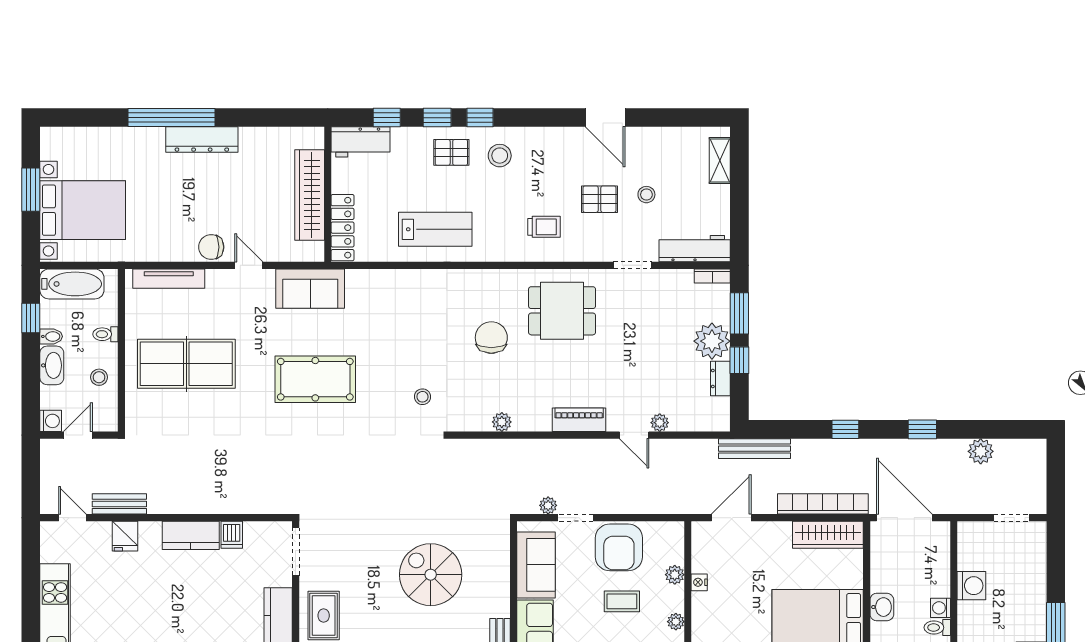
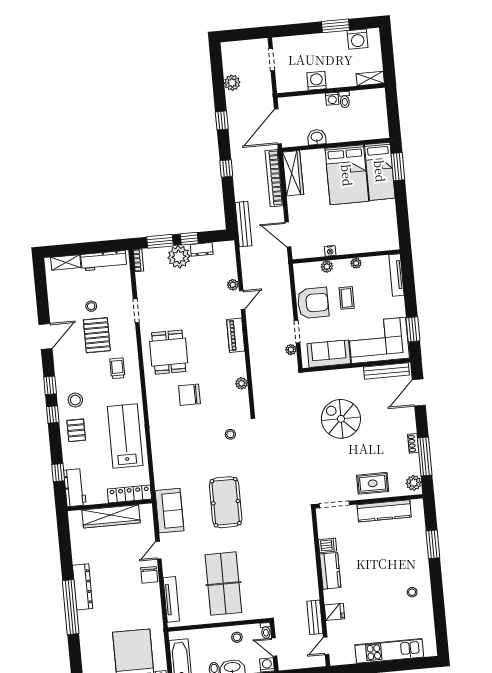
window: (437, 118) -> (50, 385), moved
pallet: (599, 199) -> (97, 335), width x1.50, depth x1.42
lab bench: (435, 229) -> (125, 436), width x1.36, depth x1.39
workbench: (695, 249) -> (104, 261), moved, turned -90
toilet: (105, 334) -> (266, 631), moved
spiral stairs: (431, 575) -> (341, 419), turned 90
washbasin: (882, 607) -> (317, 137), moved

